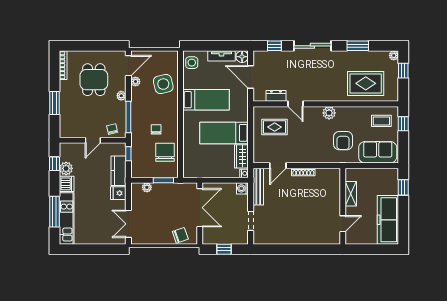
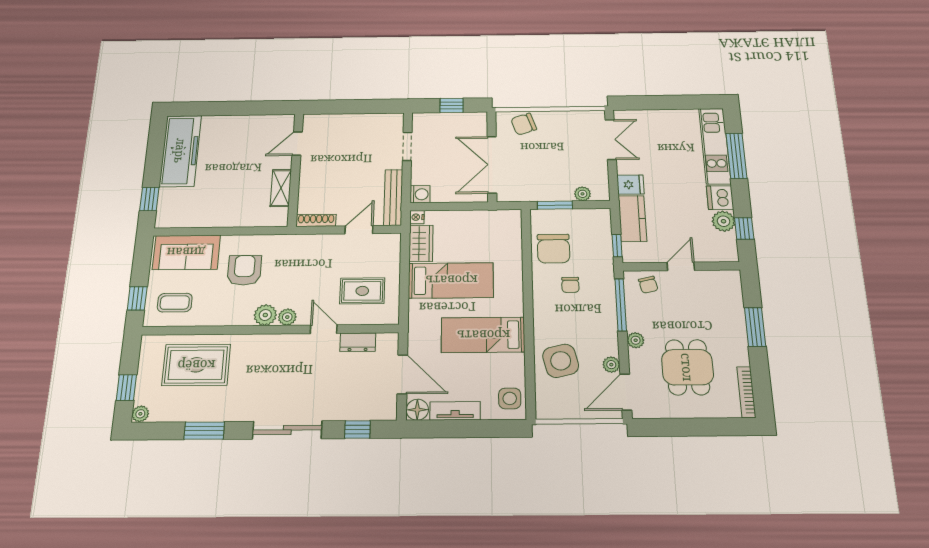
plant: (316, 111) -> (287, 317), added
shelving: (351, 194) -> (281, 188), moved
wall: (343, 206) -> (296, 169), moved
door: (343, 224) -> (297, 144), moved

